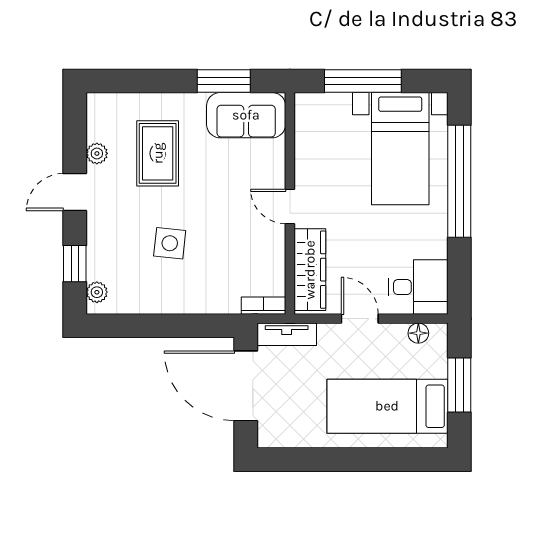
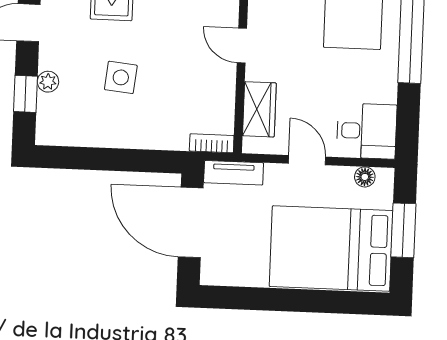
wardrobe: (310, 270) -> (259, 109), width x0.67
plant: (97, 292) -> (48, 82), moved
bed: (387, 406) -> (331, 249), width x1.50

